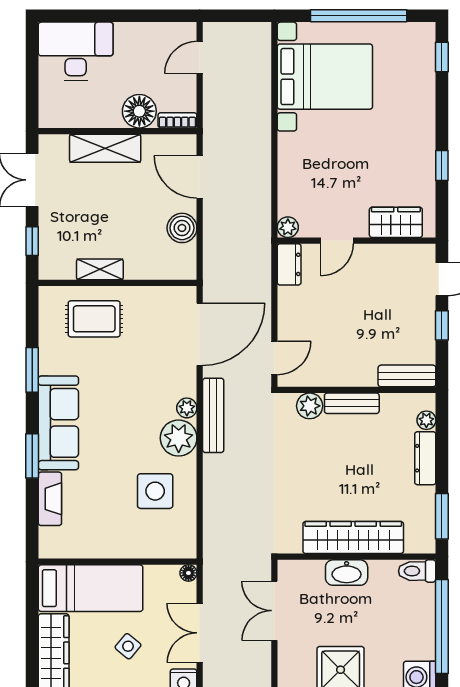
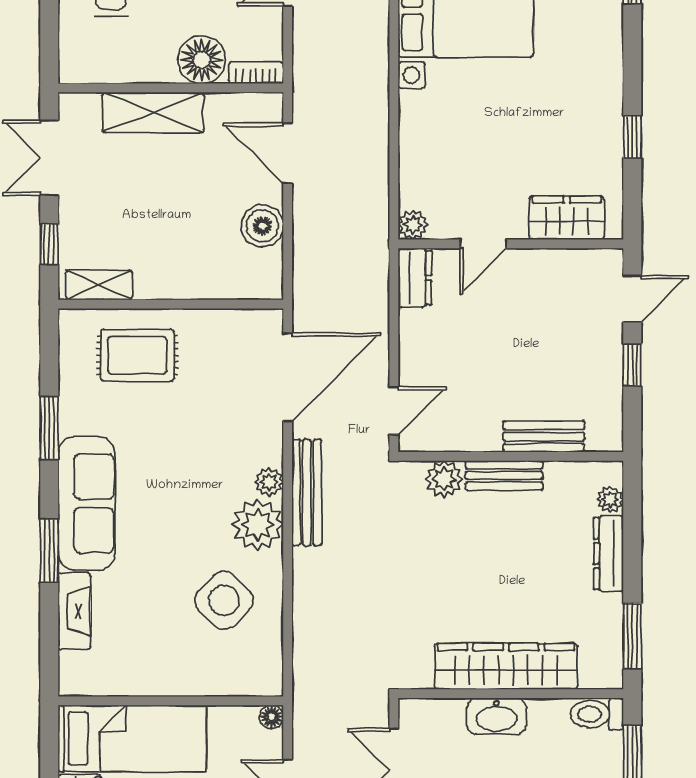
shelving: (100, 269) -> (99, 285), moved
bench: (407, 376) -> (544, 437), moved
side table: (155, 491) -> (224, 600), turned 45

